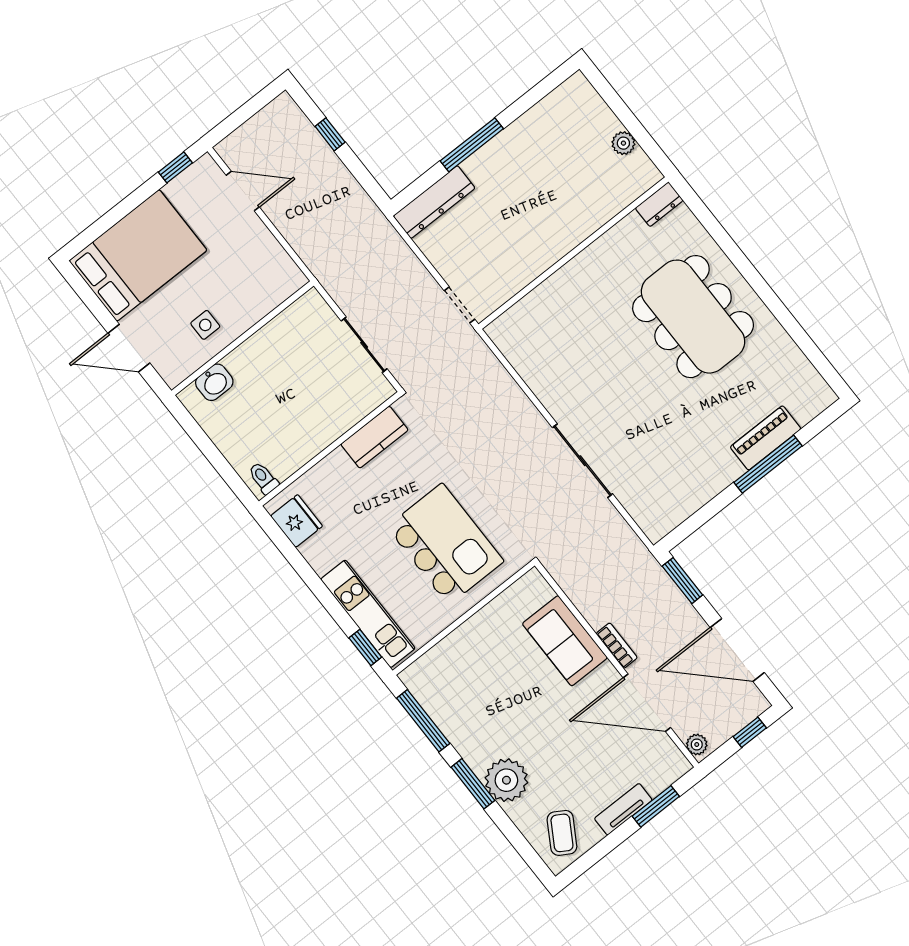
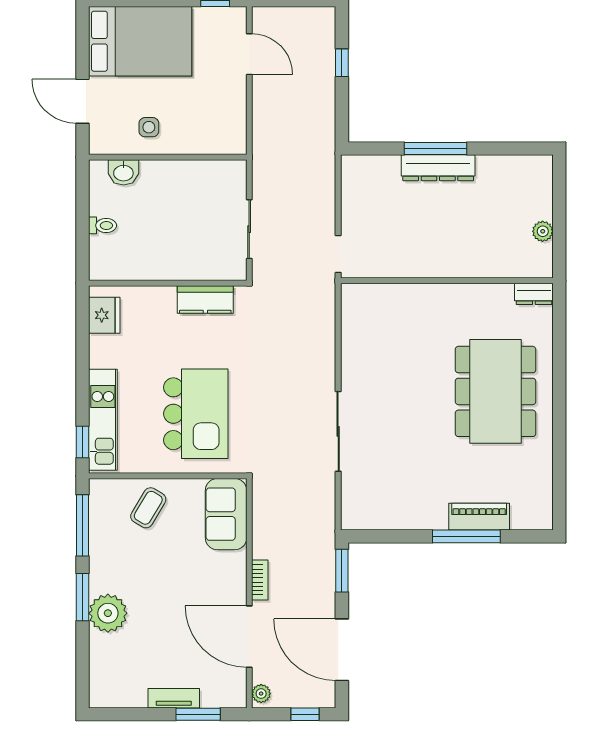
dresser: (434, 202) -> (438, 168), moved
toilet: (263, 478) -> (103, 225), moved, turned 90
sofa: (565, 641) -> (226, 514), moved
coffee table: (562, 833) -> (148, 508), moved

